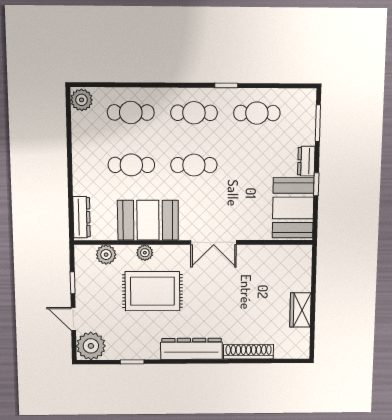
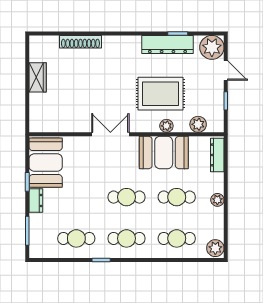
plant: (80, 161) -> (217, 200), added
dresser: (192, 349) -> (168, 44), moved

